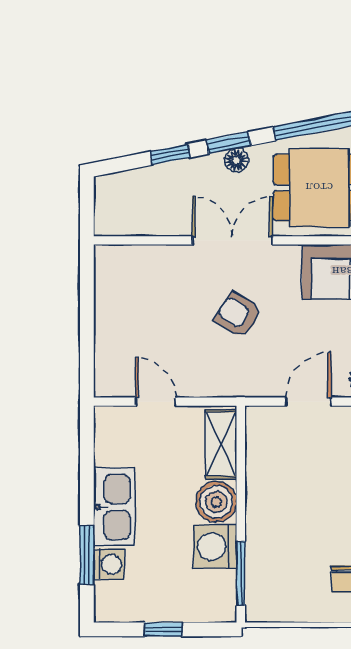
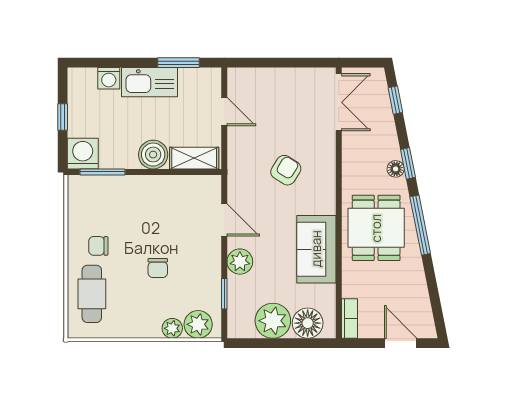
window: (170, 154) -> (395, 100), moved
double door: (232, 240) -> (339, 102), moved
door: (156, 402) -> (224, 112), hinge flipped
washing machine: (215, 547) -> (83, 154), moved
window: (87, 555) -> (179, 63), moved

